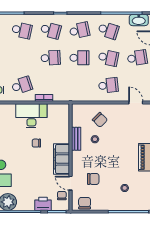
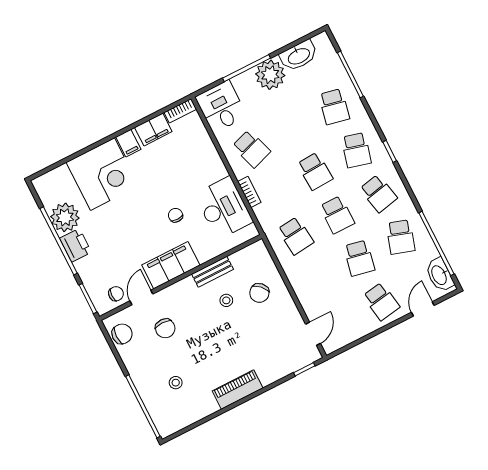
school desk: (108, 85) -> (296, 236), moved
desk: (31, 116) -> (224, 208), moved
printer: (43, 204) -> (75, 245), moved

